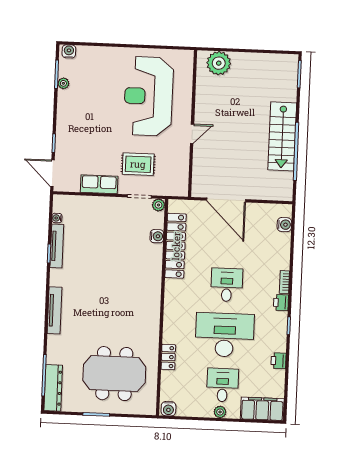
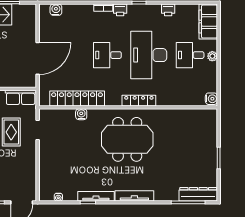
row of seats: (99, 184) -> (21, 97), moved, turned -90
plant: (159, 205) -> (44, 114), removed
water cooler: (157, 236) -> (81, 114), moved
tv unit: (57, 246) -> (96, 196), moved
locker: (168, 357) -> (139, 101), moved, width x1.53
meeting table: (114, 374) -> (127, 139), moved, turned 90

